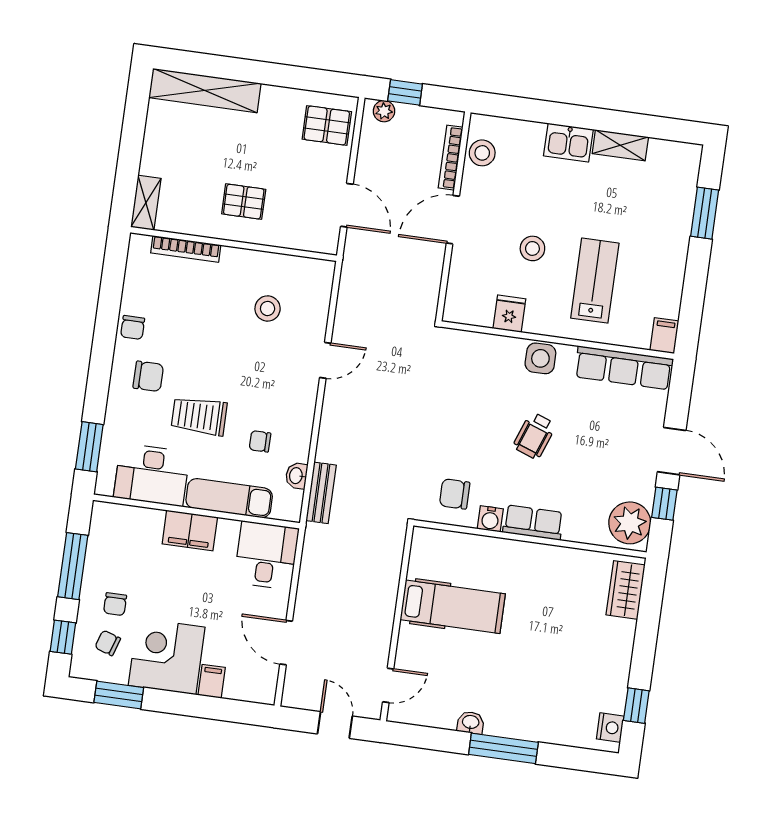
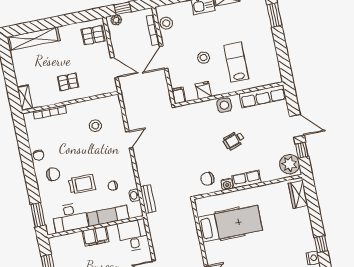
filing cabinet: (664, 336) -> (179, 95), moved
trolley: (199, 416) -> (82, 184), turned 180
wheelchair: (534, 436) -> (234, 140), turned 51
hospital bed: (453, 607) -> (230, 224), width x1.37, depth x1.29

